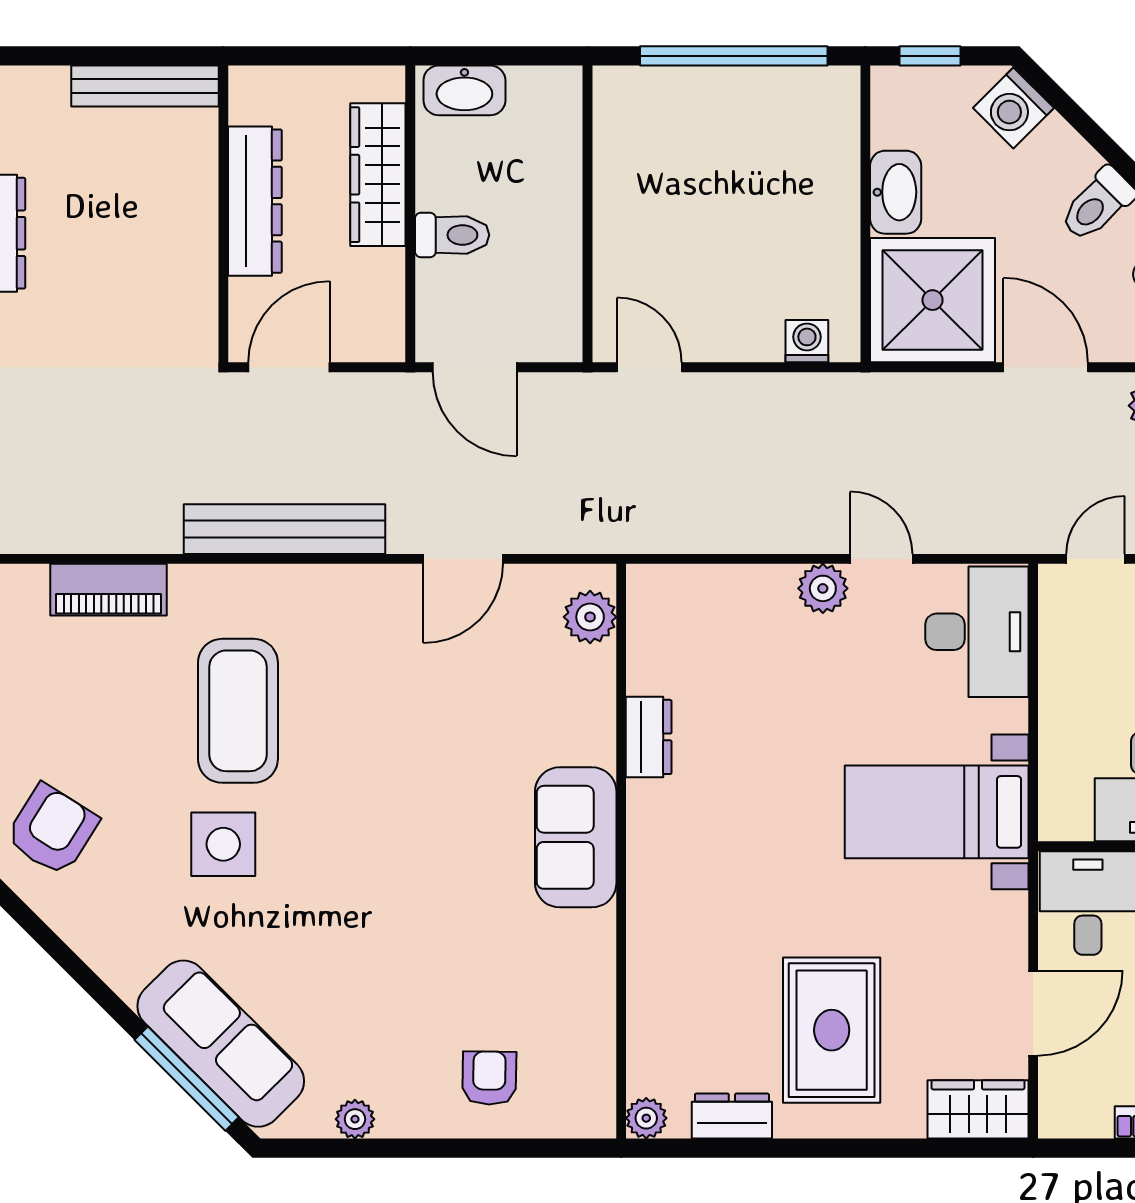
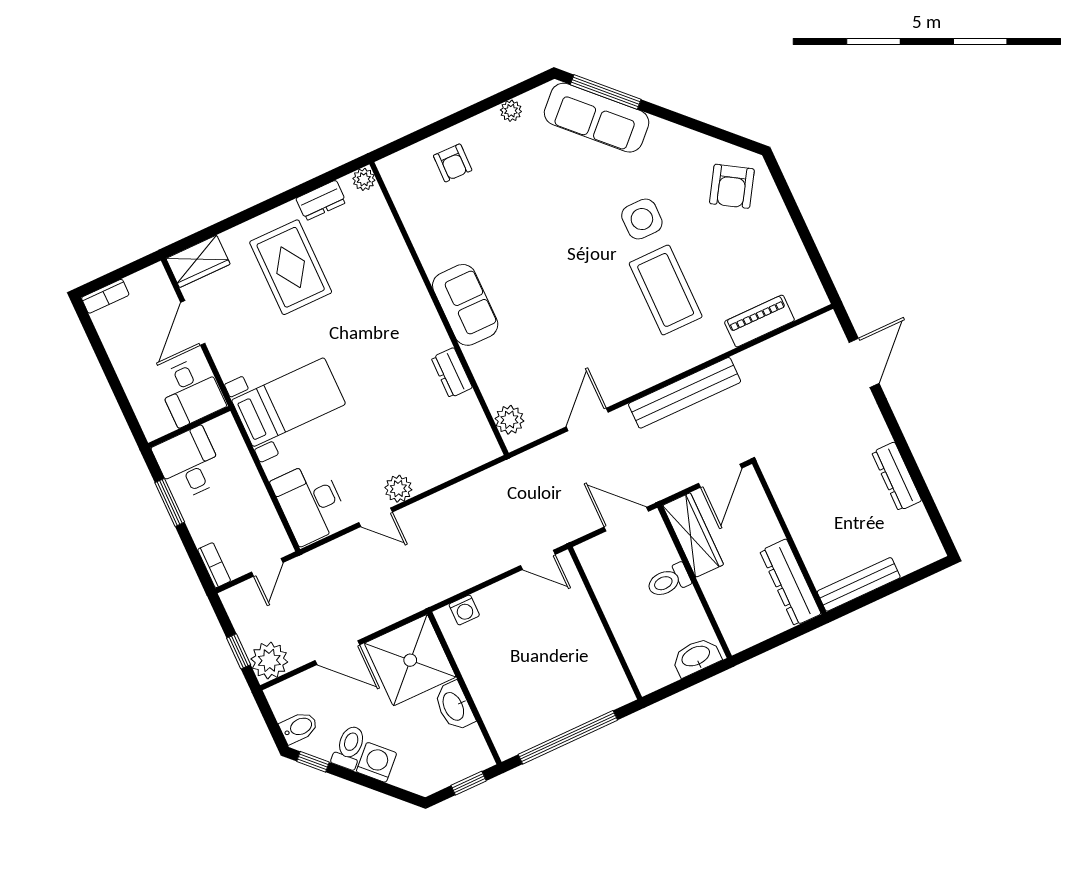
washing machine: (1013, 108) -> (376, 762), moved
wardrobe: (378, 175) -> (693, 535), moved
dresser: (255, 201) -> (790, 582), moved

